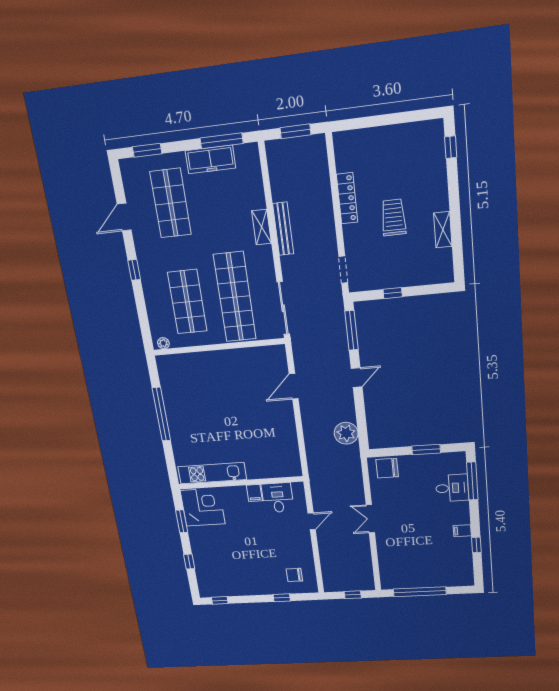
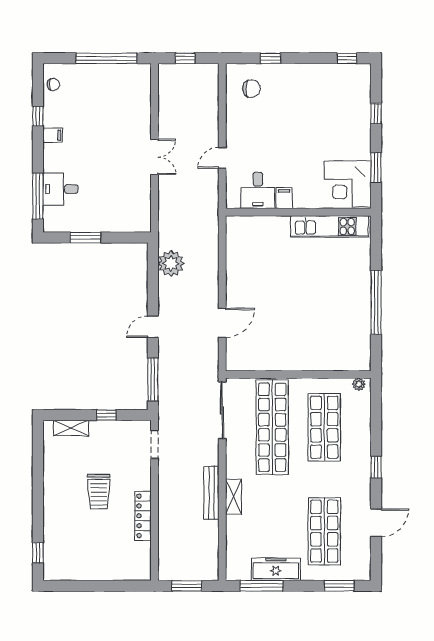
shelving: (443, 230) -> (71, 428), moved, turned 90
chair: (387, 468) -> (53, 85), moved, width x0.54, depth x0.54

